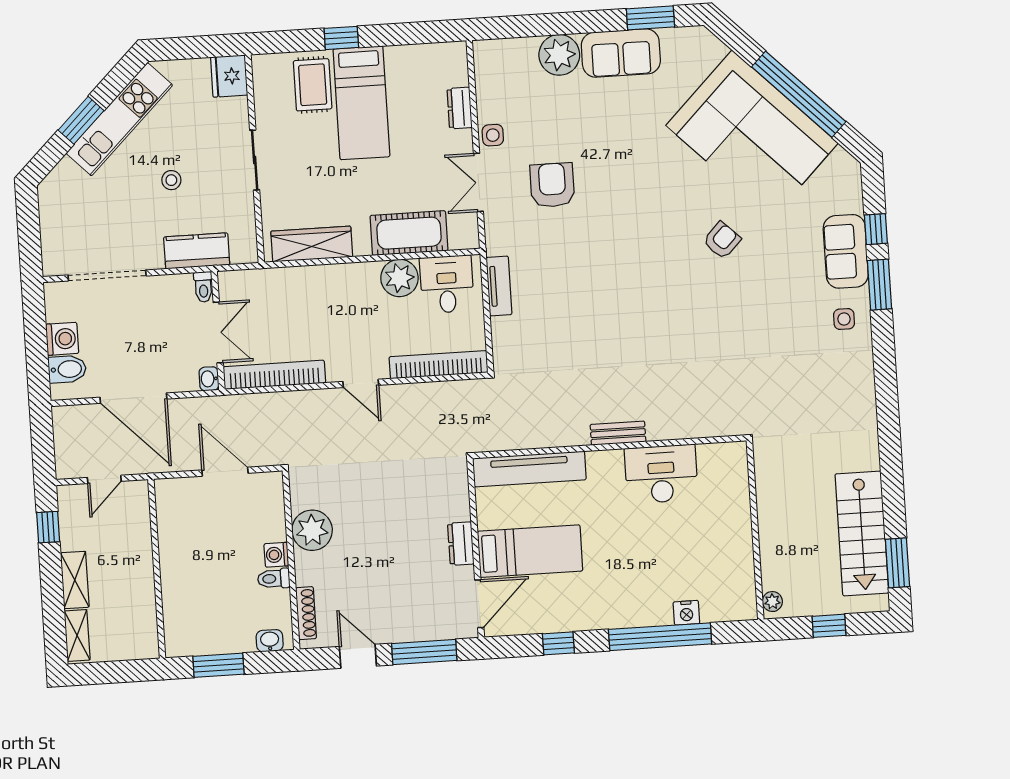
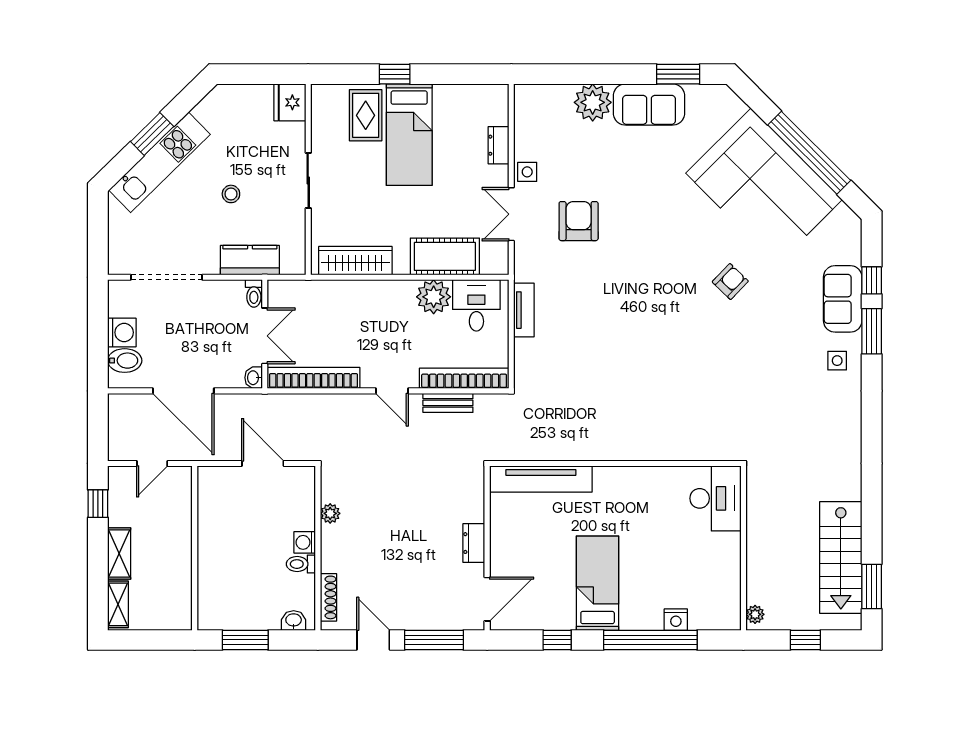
kitchen unit: (119, 119) -> (160, 162), moved
bench: (618, 433) -> (448, 403), moved
desk: (661, 474) -> (715, 498), moved, turned 90
plant: (312, 530) -> (330, 513), width x0.53, depth x0.53
bed: (530, 551) -> (598, 583), moved, turned -90

